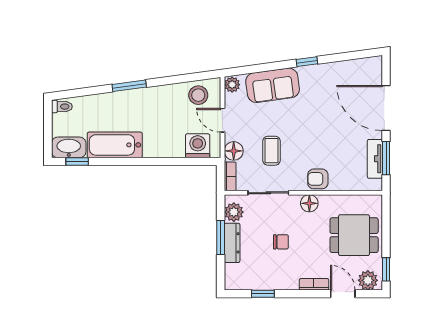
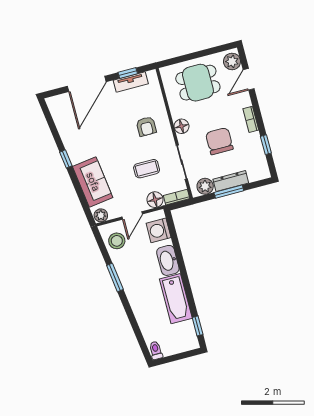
window: (129, 86) -> (115, 277), moved
washbasin: (69, 147) -> (168, 260), moved
window: (386, 158) -> (128, 73), width x0.67
armchair: (318, 179) -> (146, 126), moved
dining table: (354, 235) -> (198, 83), turned 90
chair: (281, 242) -> (219, 141), width x1.87, depth x1.87
window: (386, 269) -> (219, 49), removed
bookcase: (314, 284) -> (251, 119), moved

